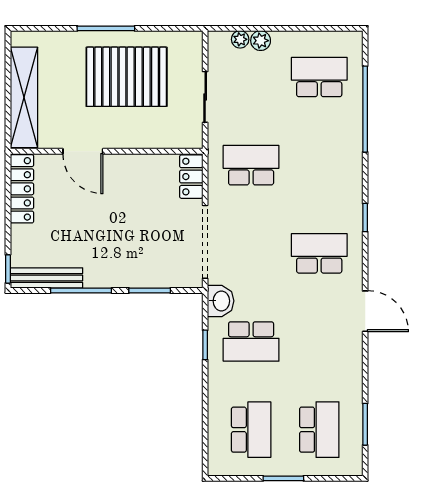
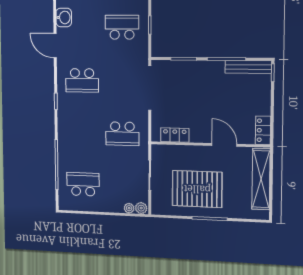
plant: (261, 41) -> (141, 208), moved
school desk: (319, 77) -> (83, 184), turned 180
locker: (191, 177) -> (175, 135), moved, turned -90
locker: (22, 189) -> (263, 130), width x0.66
washbasin: (221, 301) -> (64, 17), moved, turned 180

